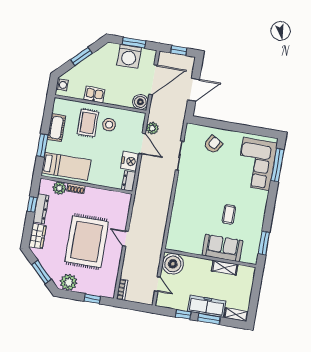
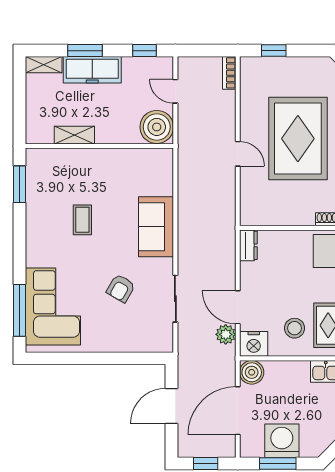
armchair: (213, 144) -> (121, 288), moved
nightstand: (130, 161) -> (254, 344), moved, turned -90
sofa: (222, 248) -> (156, 227), moved, turned 90
plant: (69, 282) -> (315, 70), removed
window: (183, 314) -> (144, 51), moved

